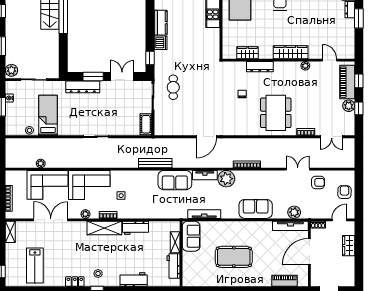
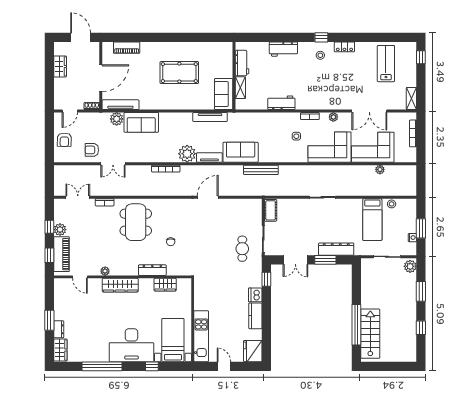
sofa: (256, 209) -> (141, 122), moved
shelving: (104, 228) -> (314, 103), removed
wardrobe: (349, 246) -> (60, 66), moved

